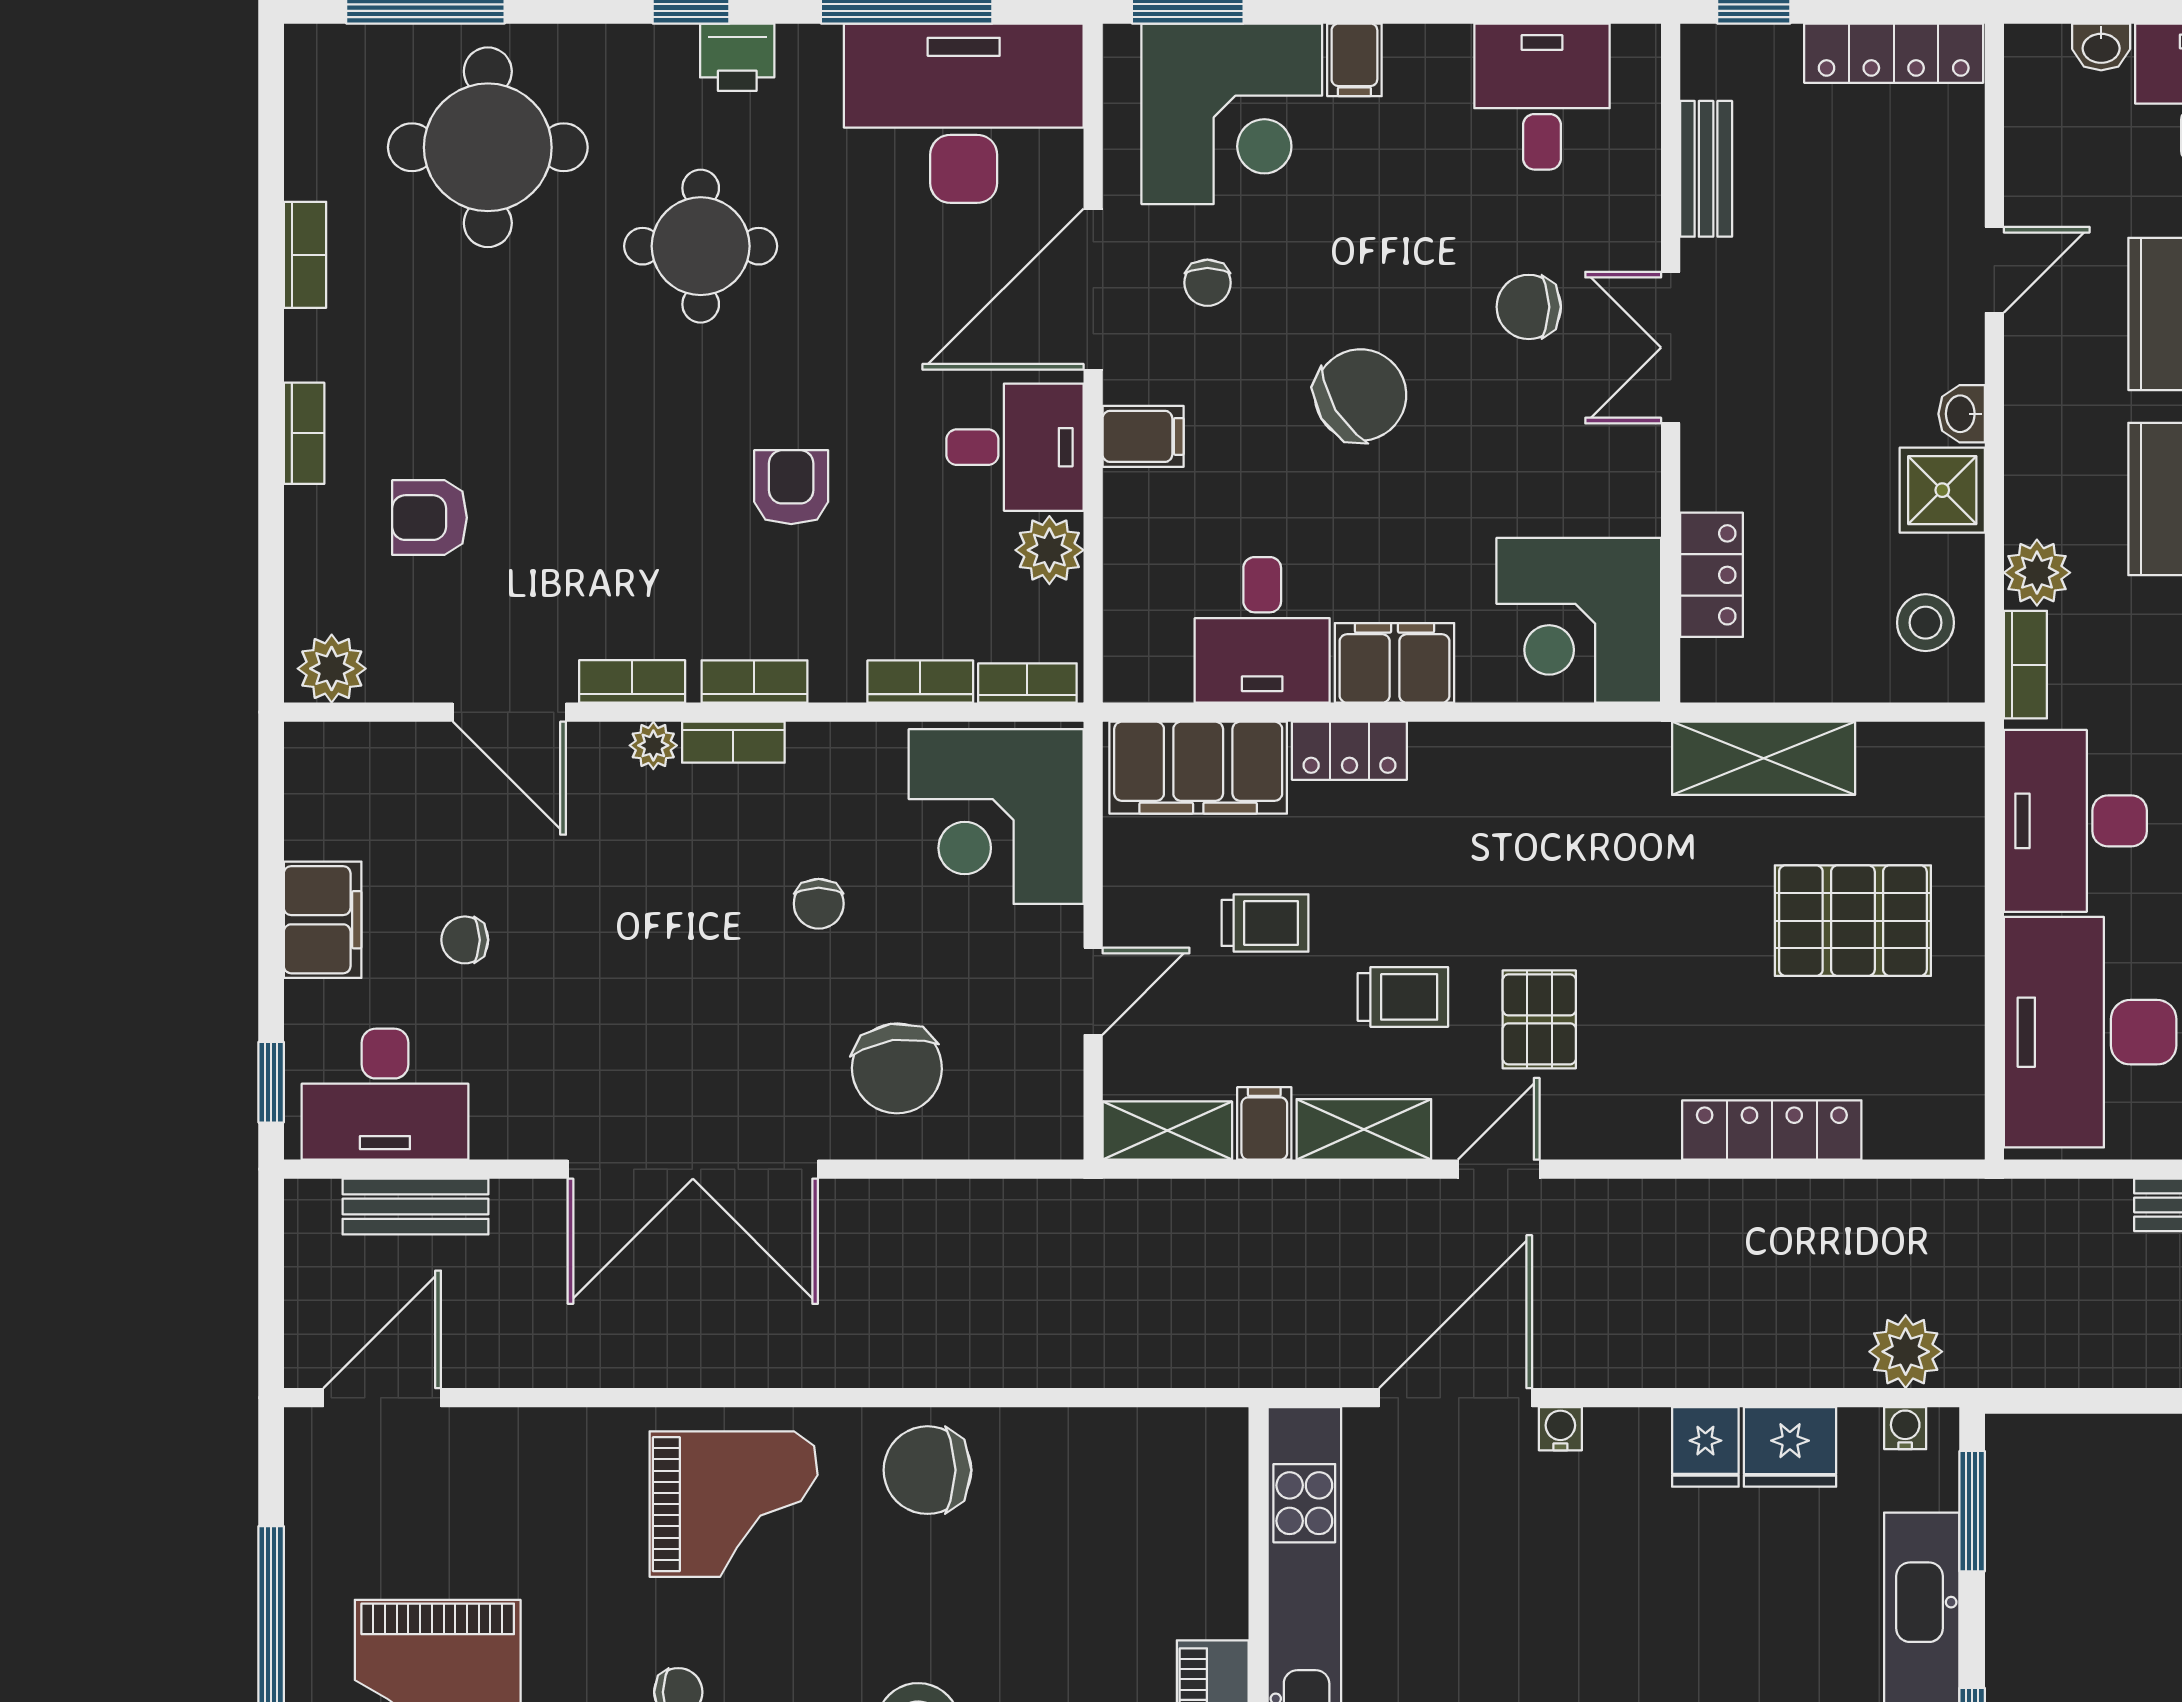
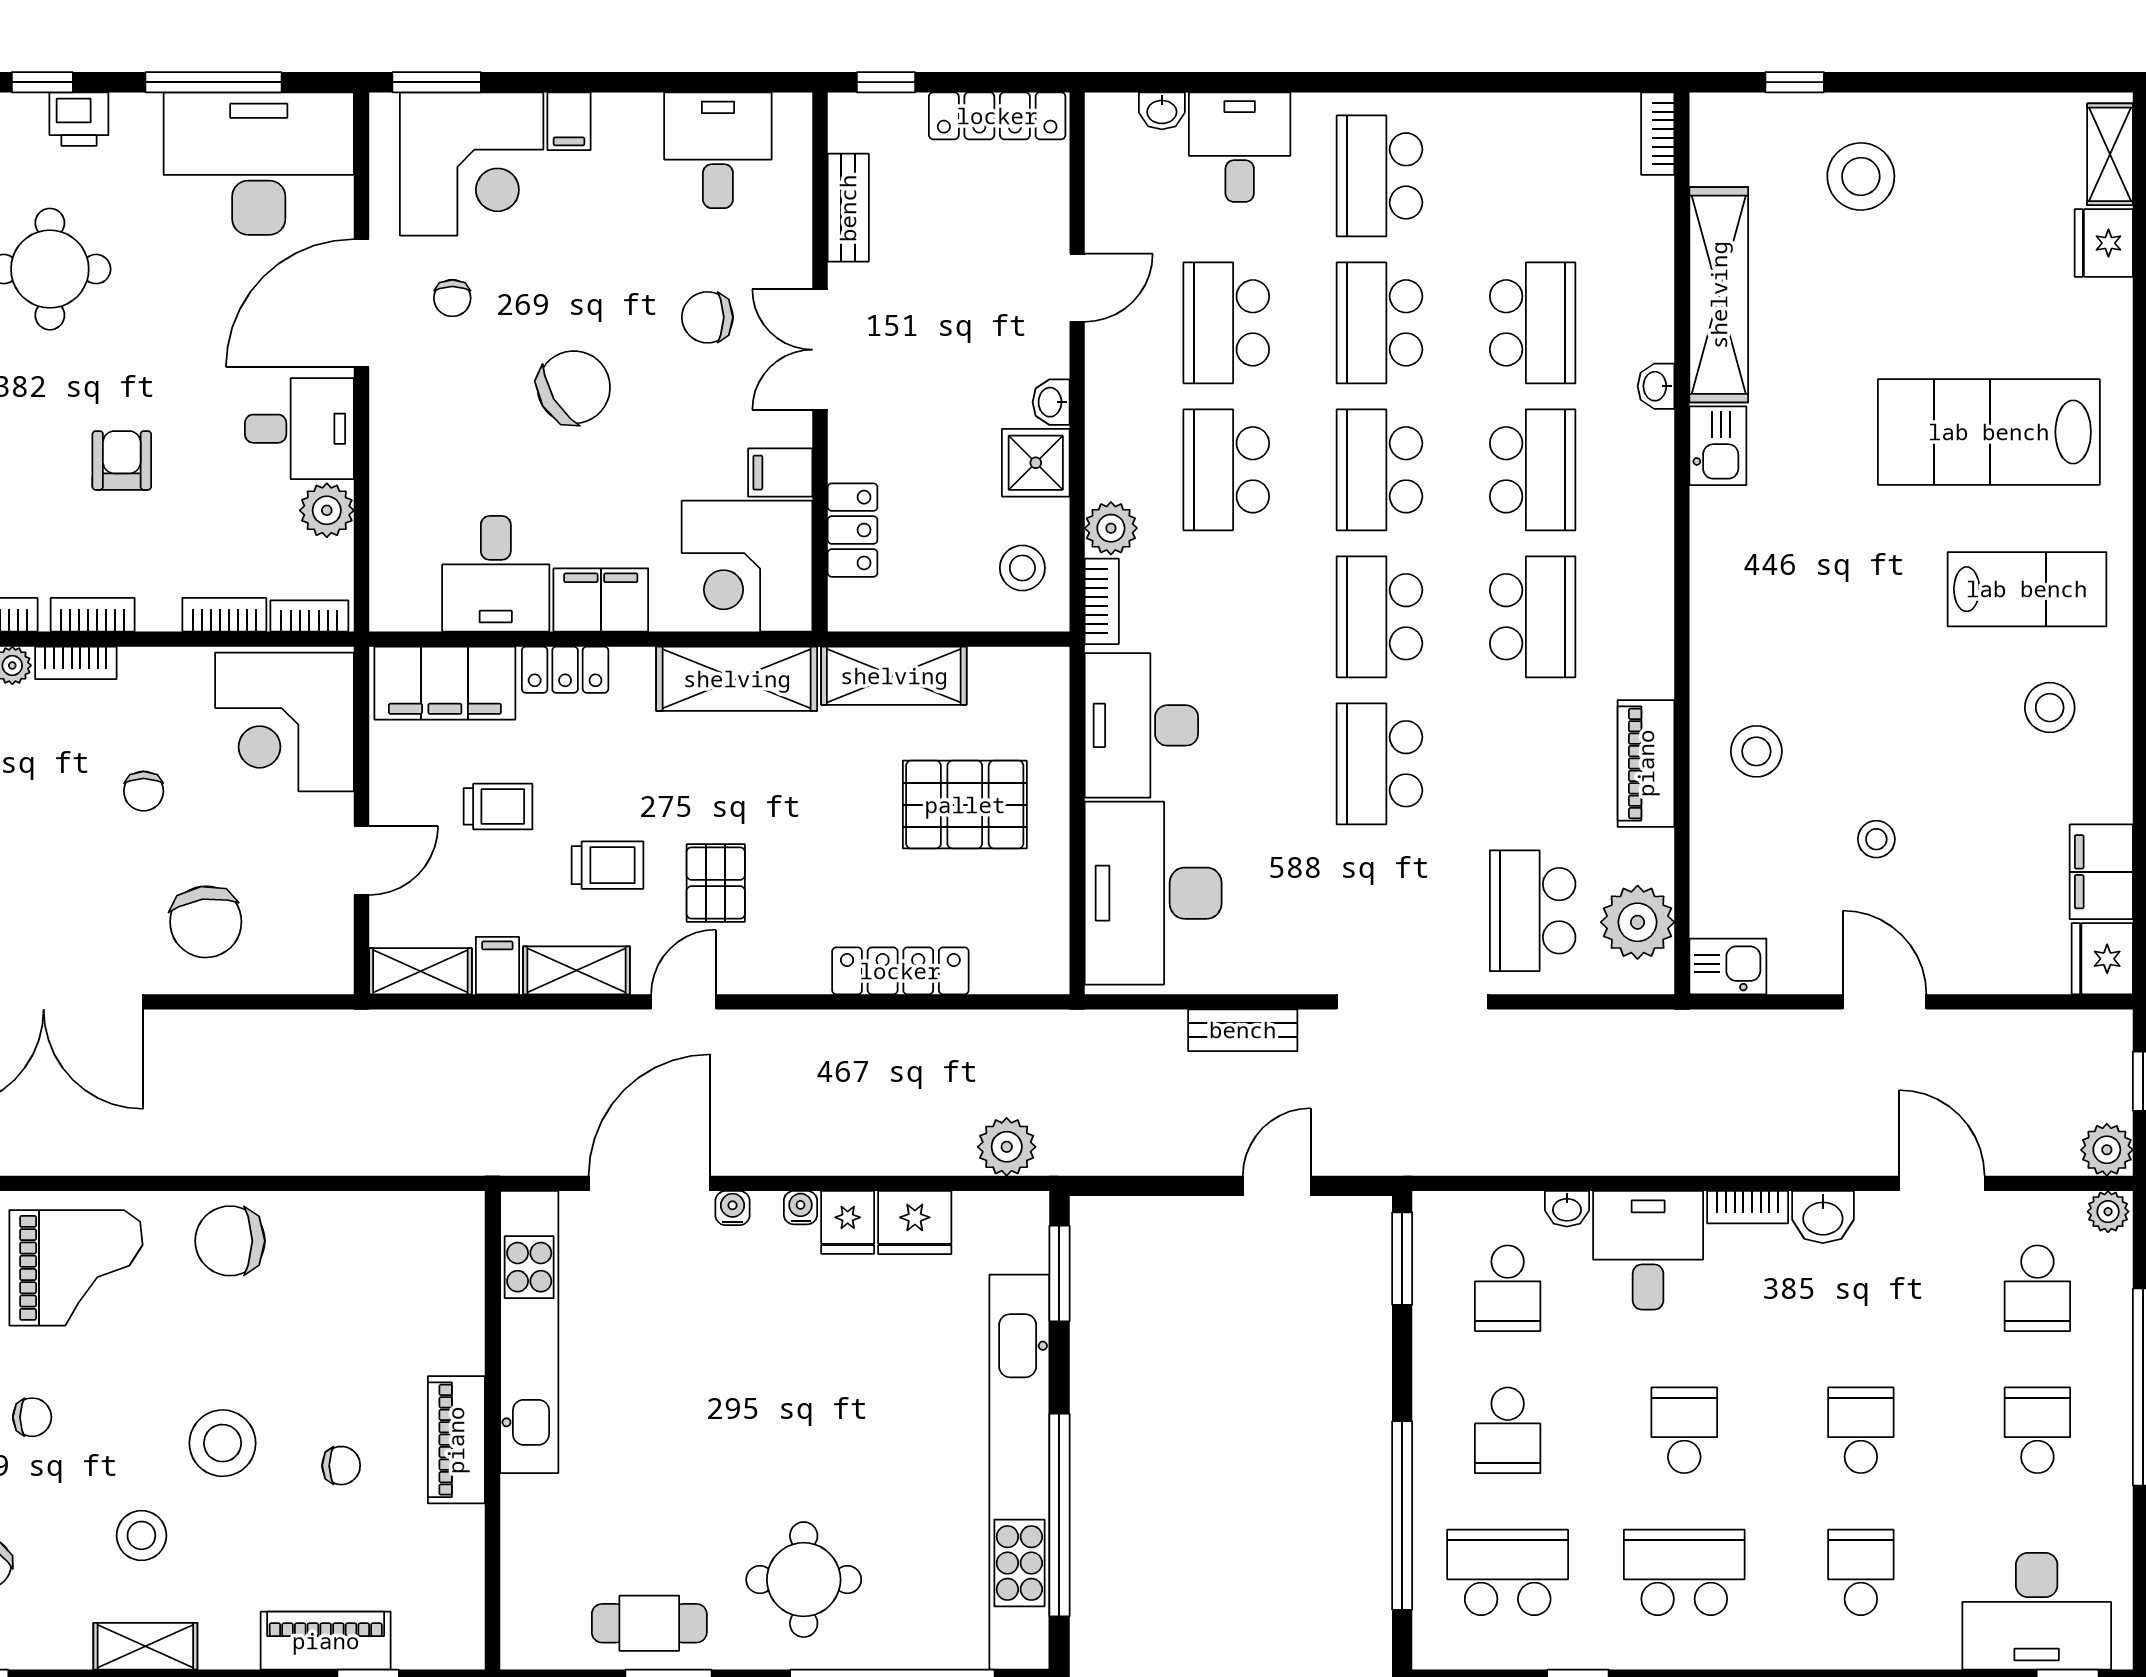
filing cabinet: (1143, 436) -> (780, 473), moved, turned 180
shelving: (1566, 762) -> (737, 679), added
water cooler: (1905, 1428) -> (801, 1208), moved

